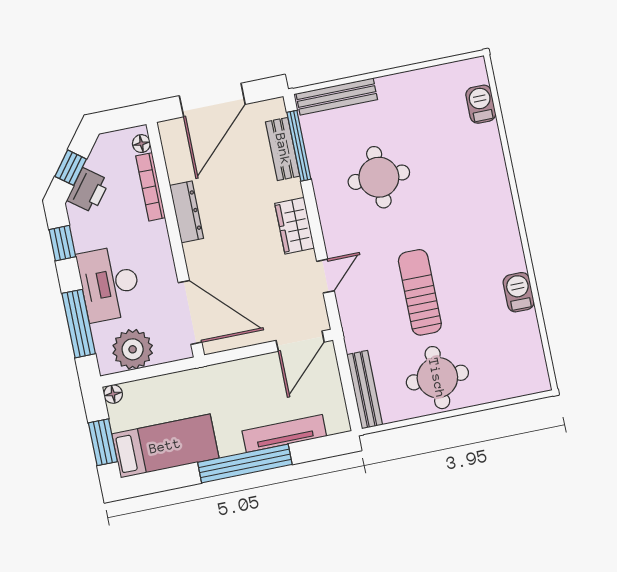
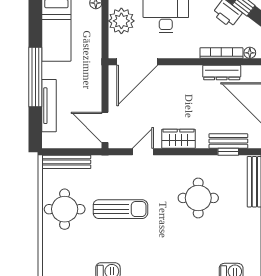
window: (299, 146) -> (228, 152), width x0.46
dresser: (187, 212) -> (222, 73), moved
door: (325, 276) -> (143, 152), swing flipped

